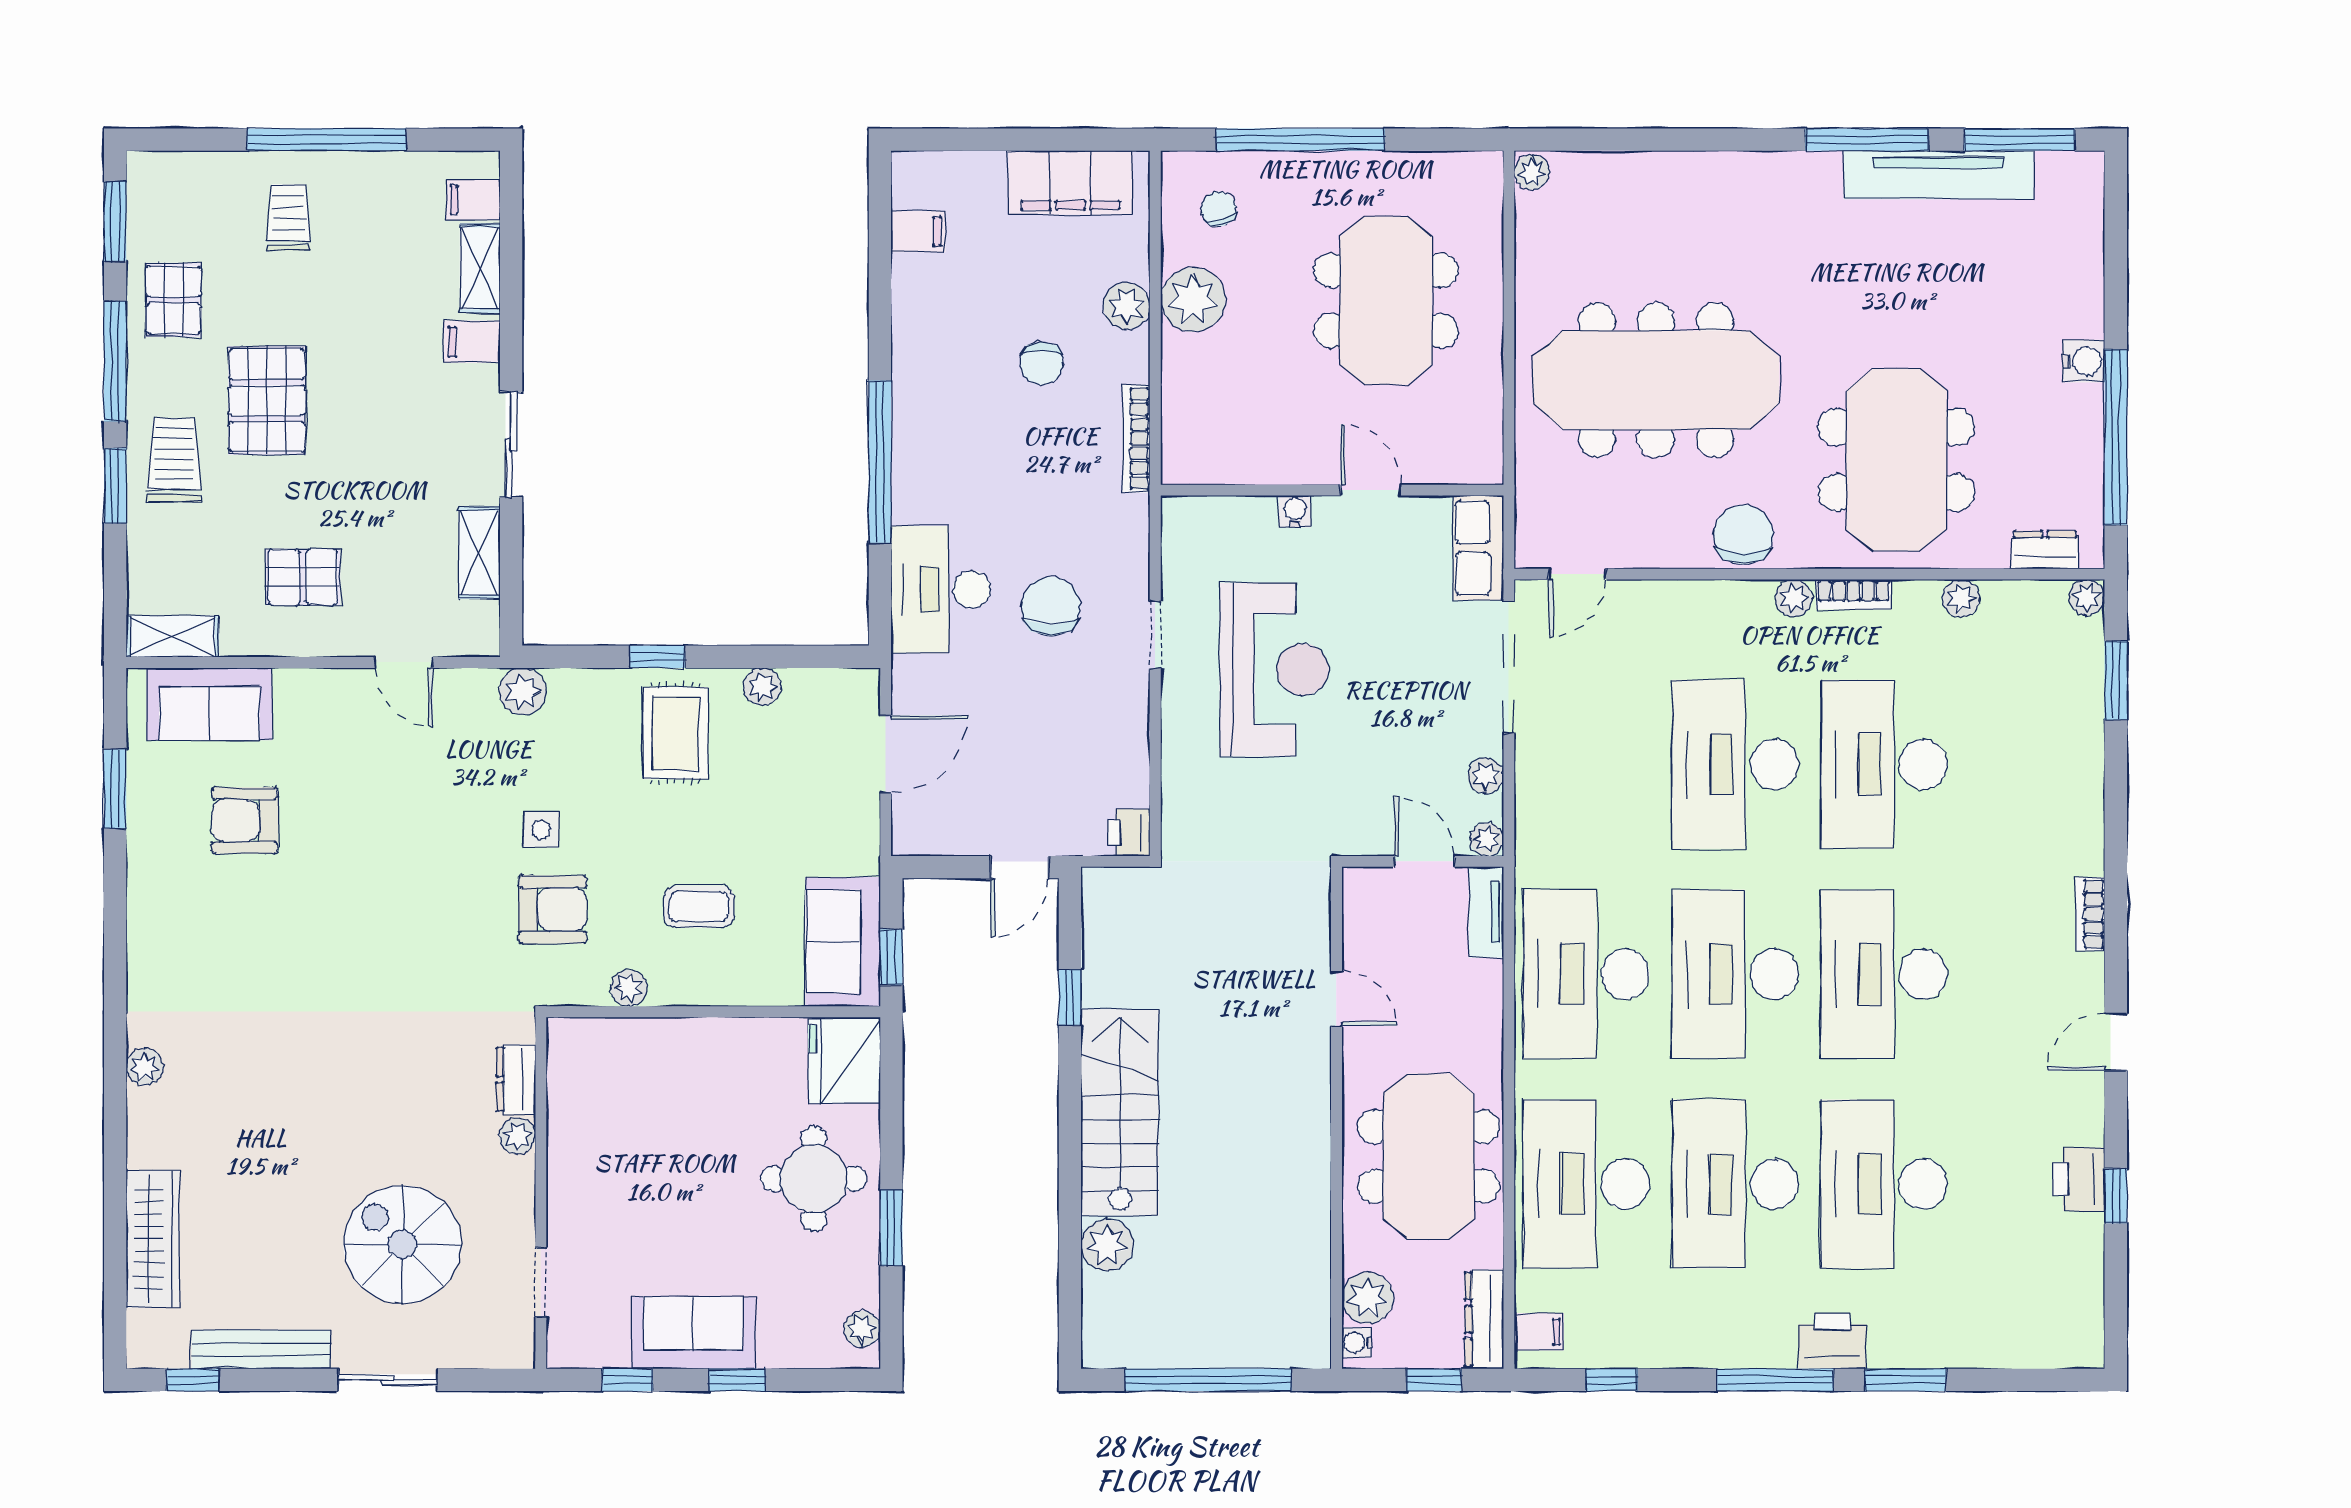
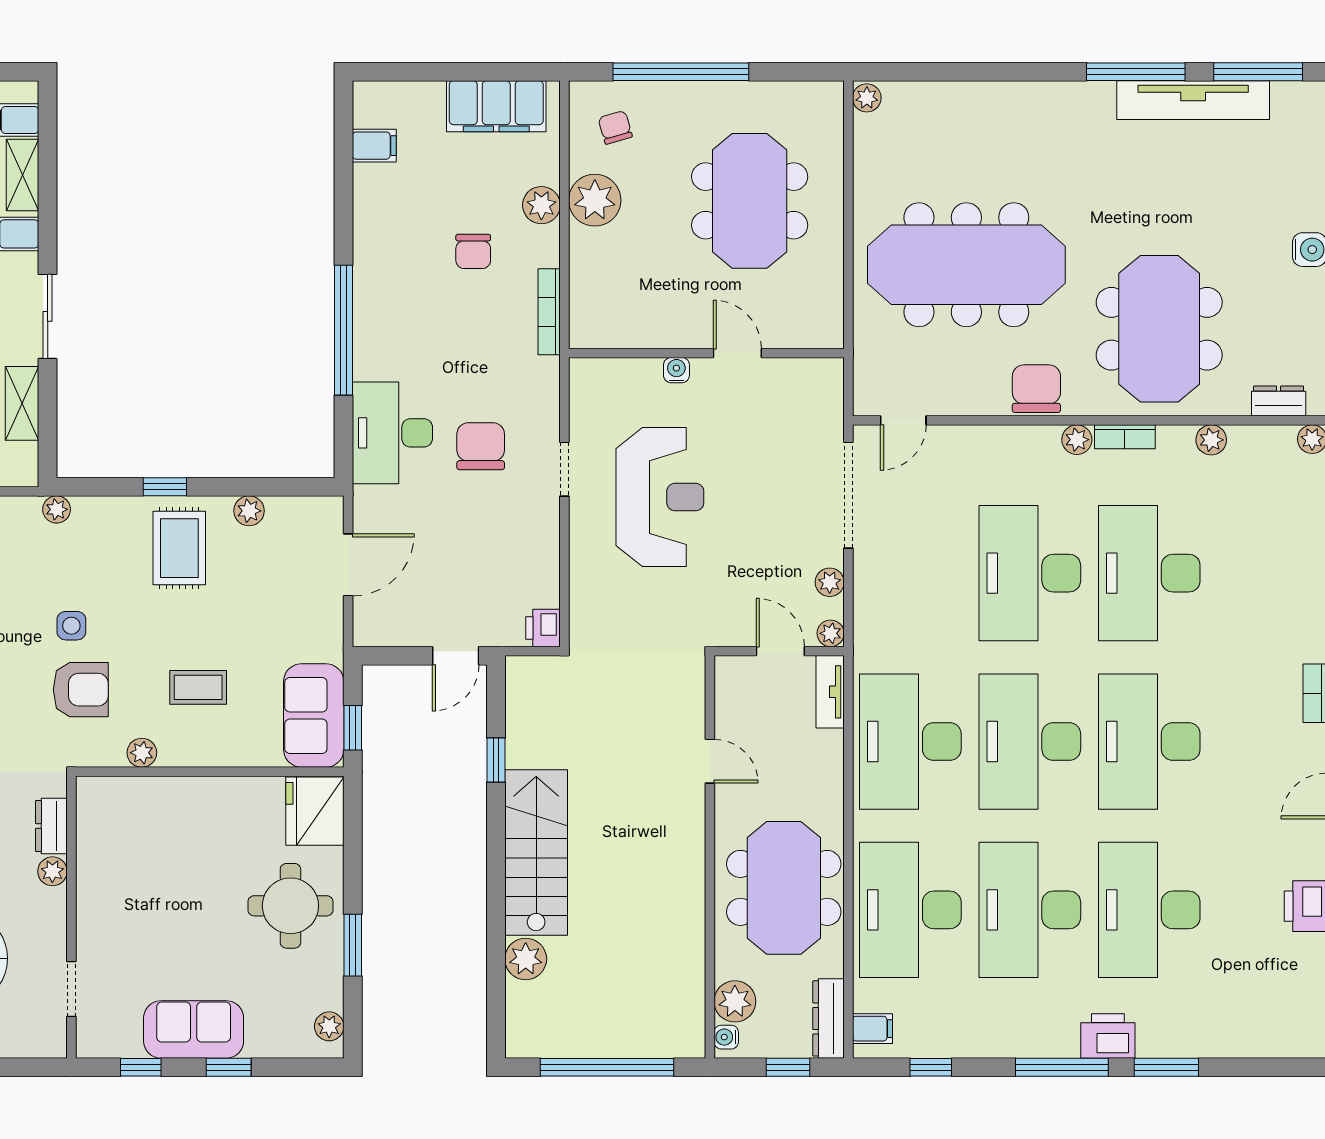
row of seats: (1479, 548) -> (824, 399), removed
plant: (522, 691) -> (57, 509), width x0.73, depth x0.73

